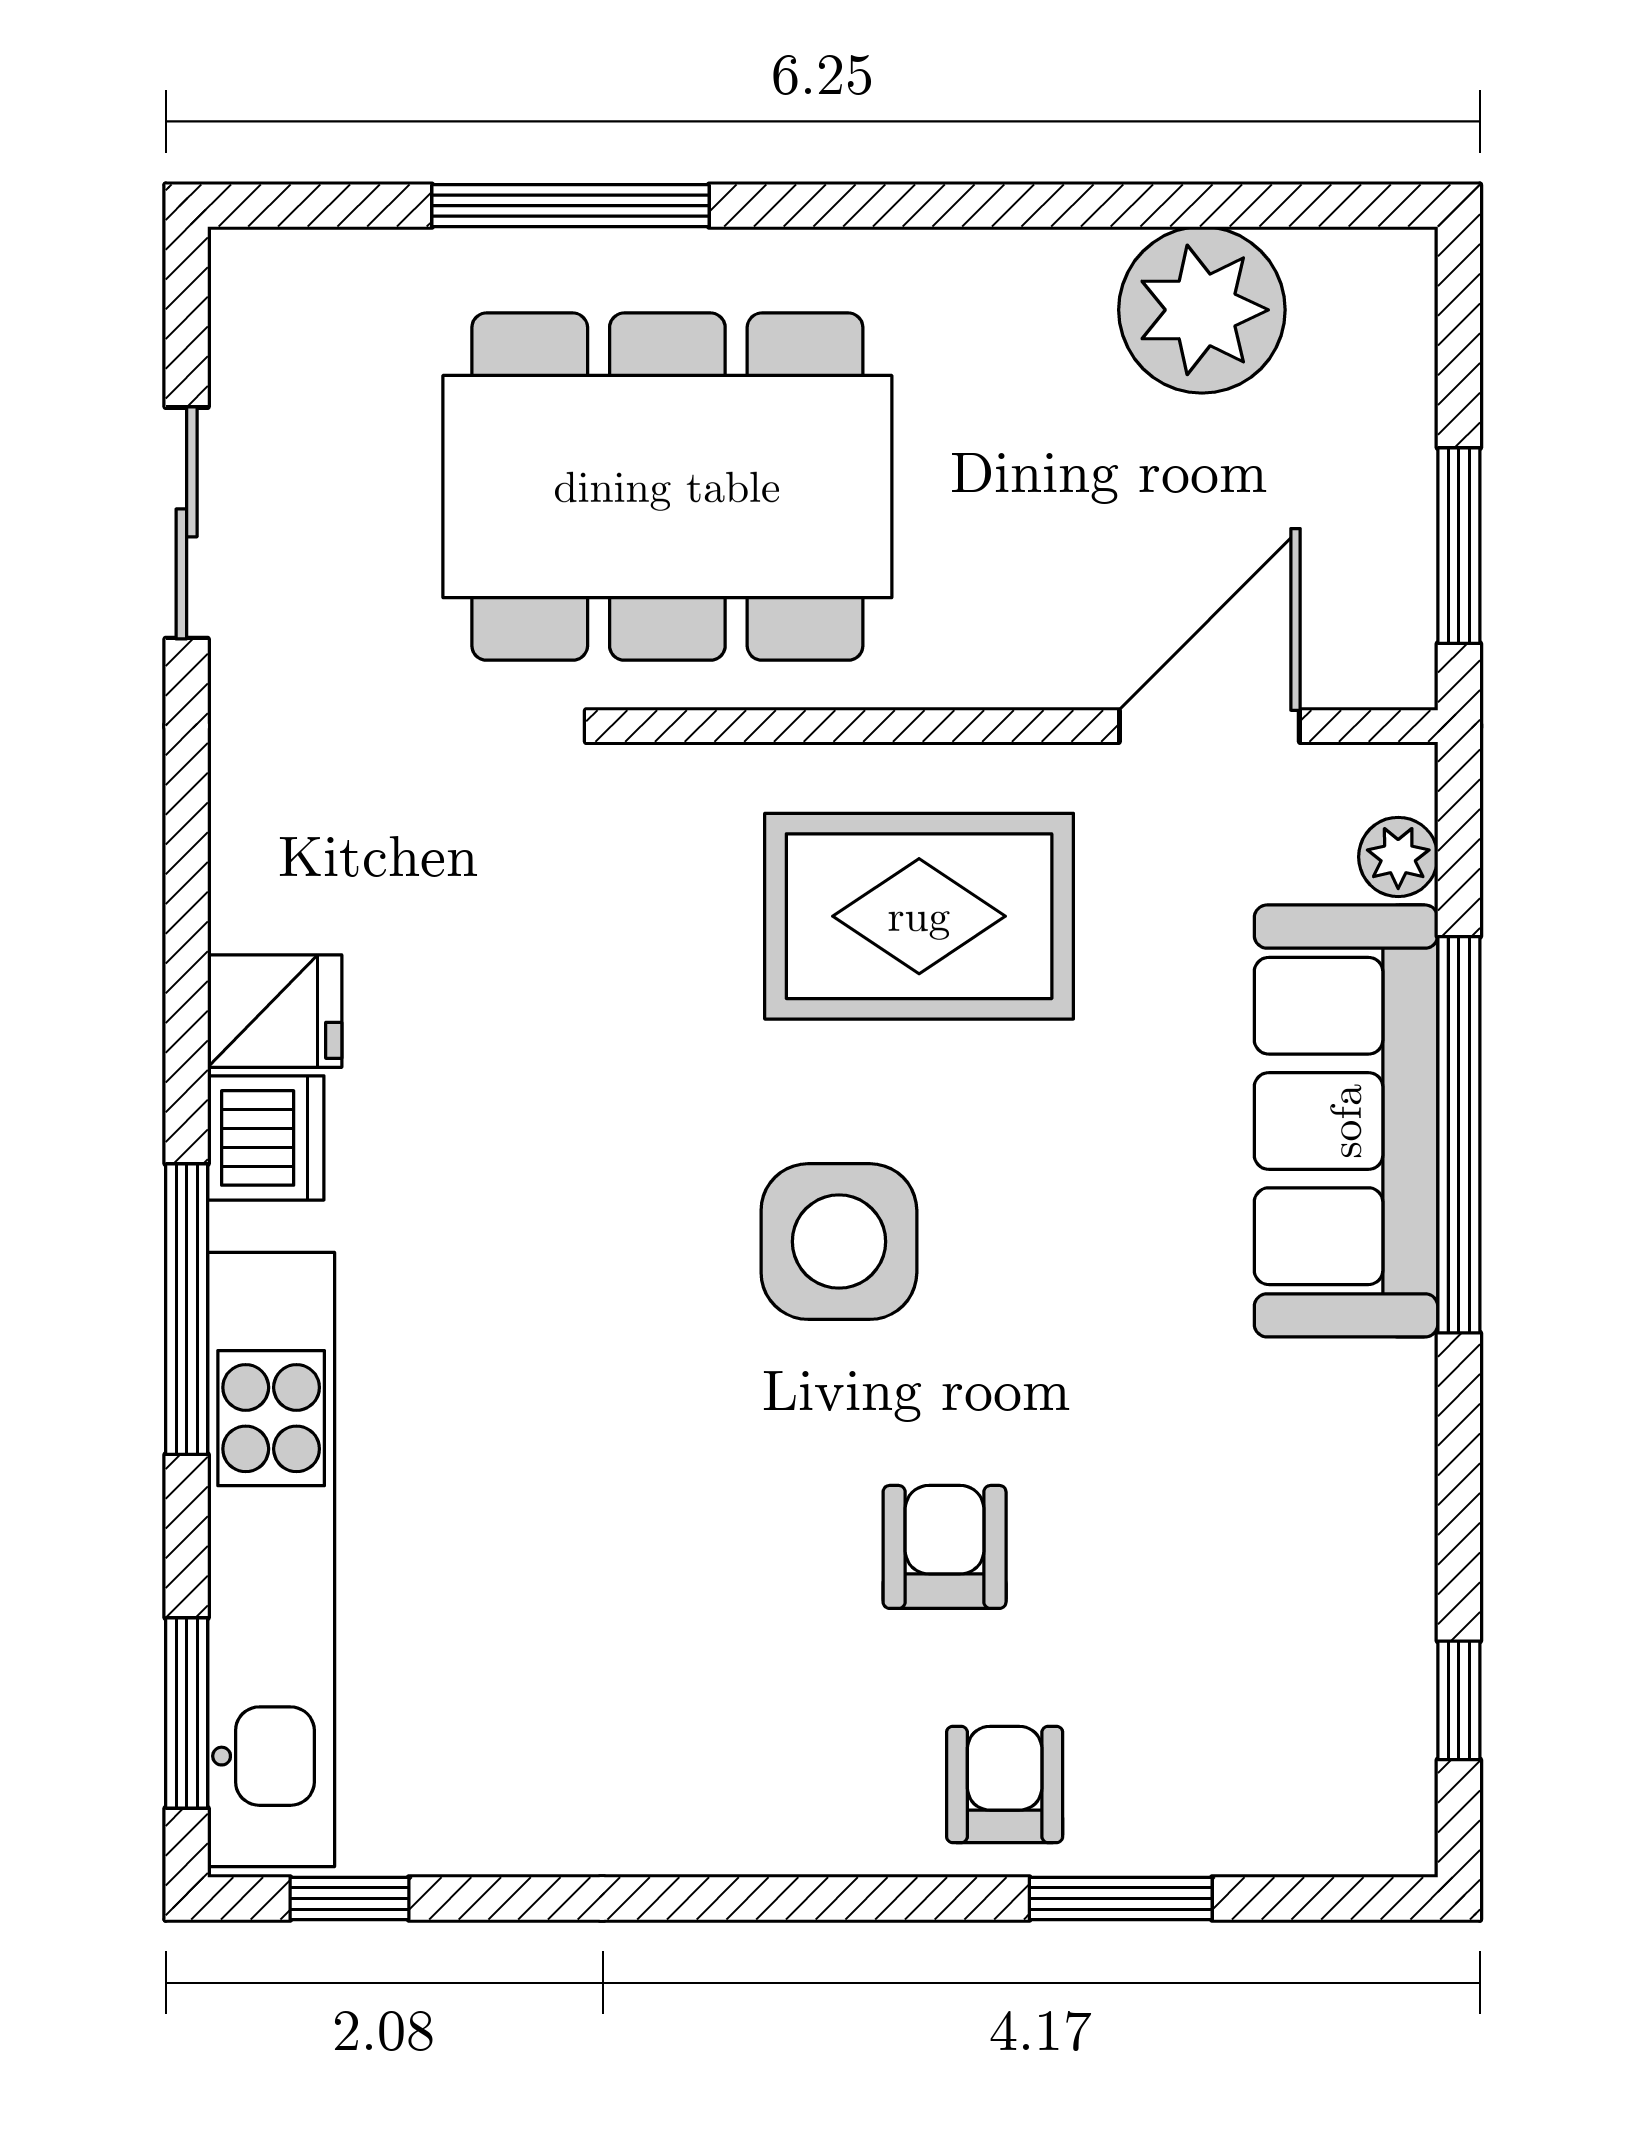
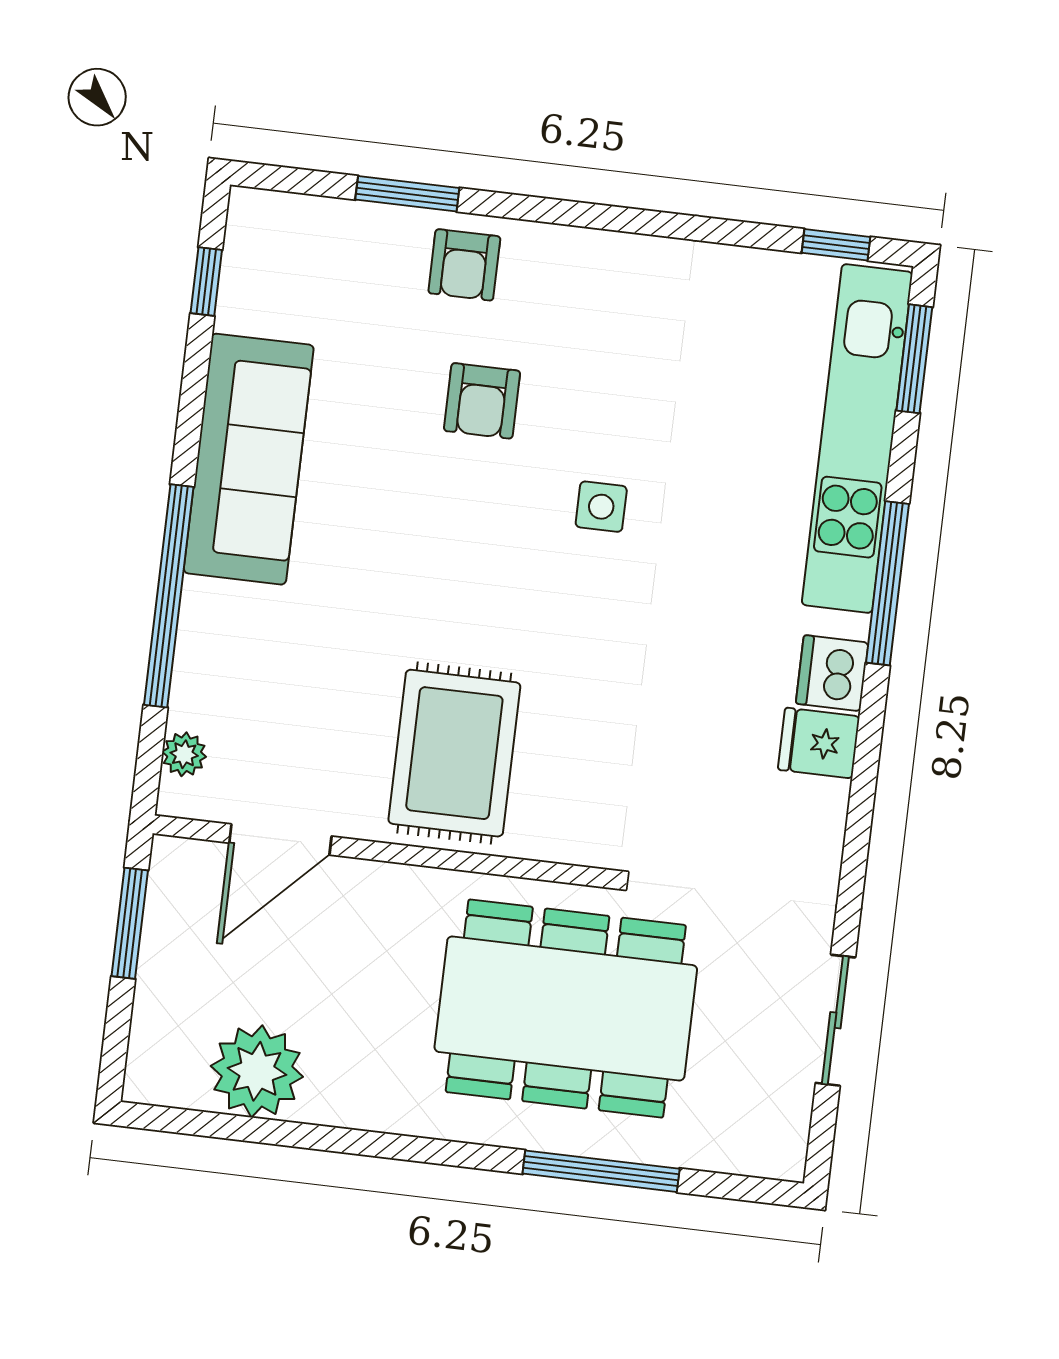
rug: (919, 916) -> (454, 753), turned 90
sofa: (1346, 1121) -> (249, 459), moved
side table: (839, 1242) -> (601, 507), moved, width x0.54, depth x0.54

